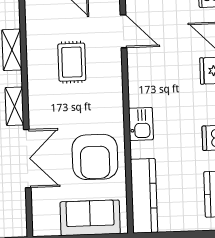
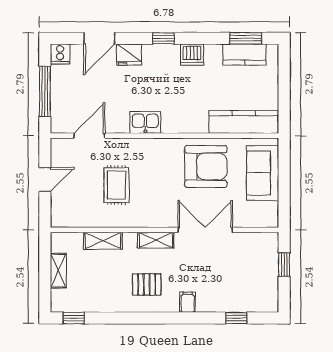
rug: (72, 62) -> (117, 185), turned 90
kitchen sink: (141, 124) -> (145, 122), moved

